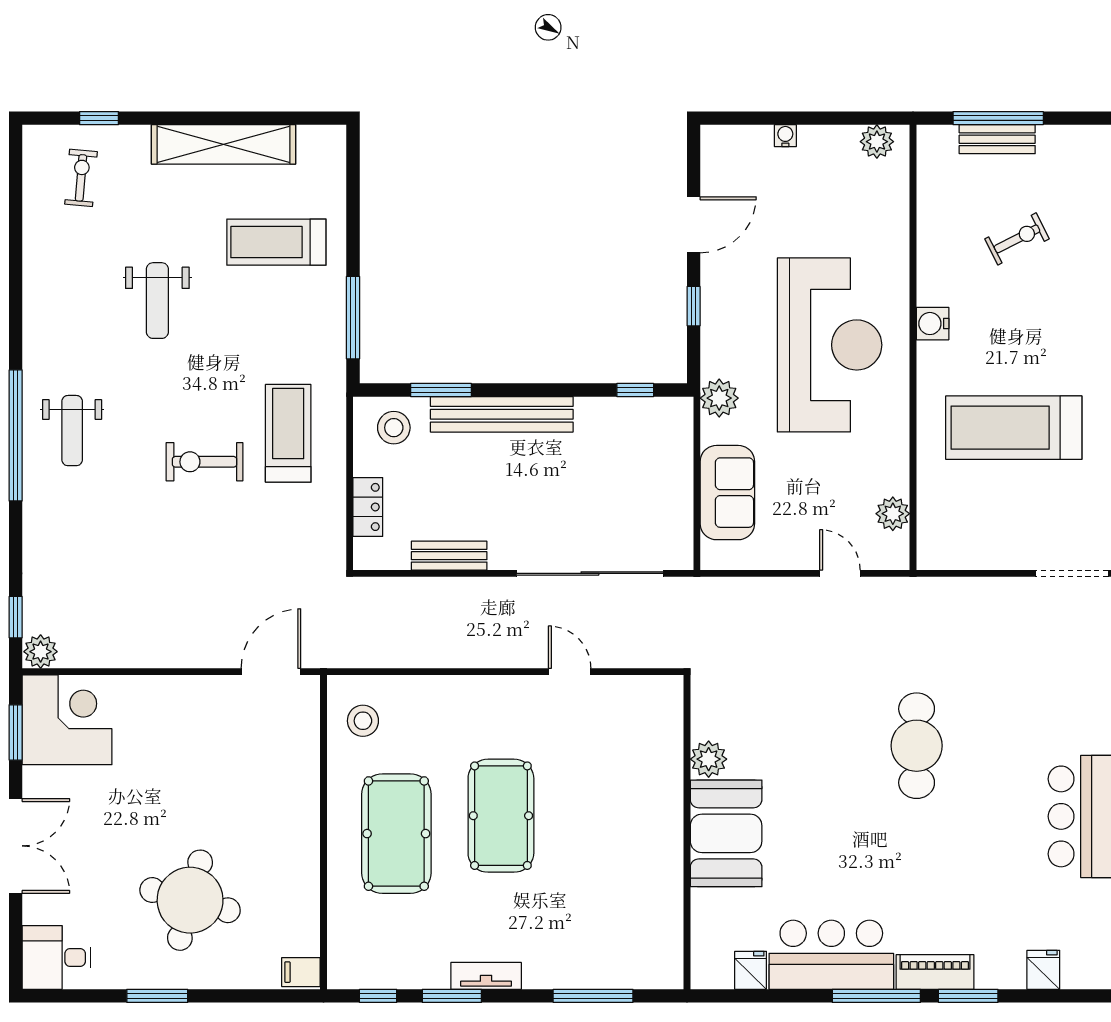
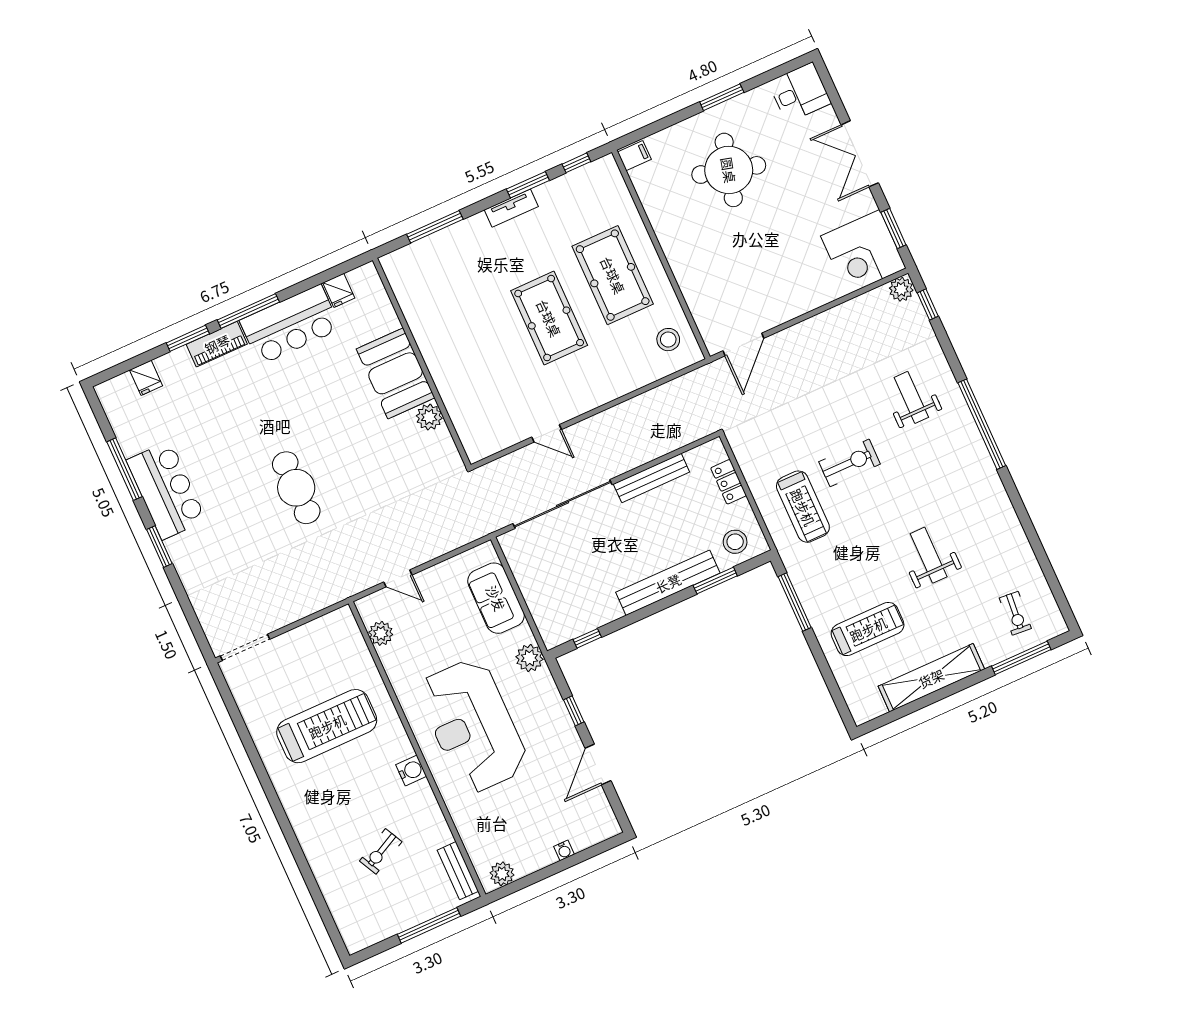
window: (99, 118) -> (1021, 658), width x2.17
bench: (997, 139) -> (458, 871), moved, turned 90
weight bench: (72, 431) -> (911, 397), moved
bench: (449, 556) -> (651, 478), width x1.36

